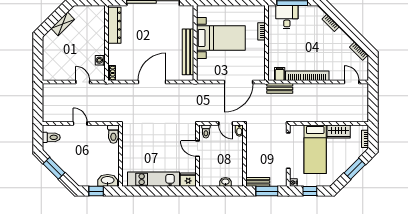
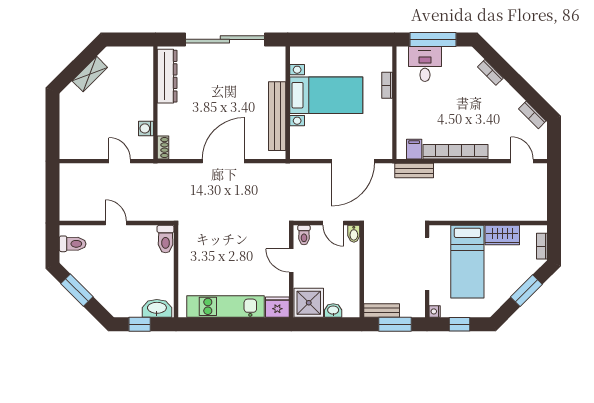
shower: (209, 177) -> (309, 303), added

